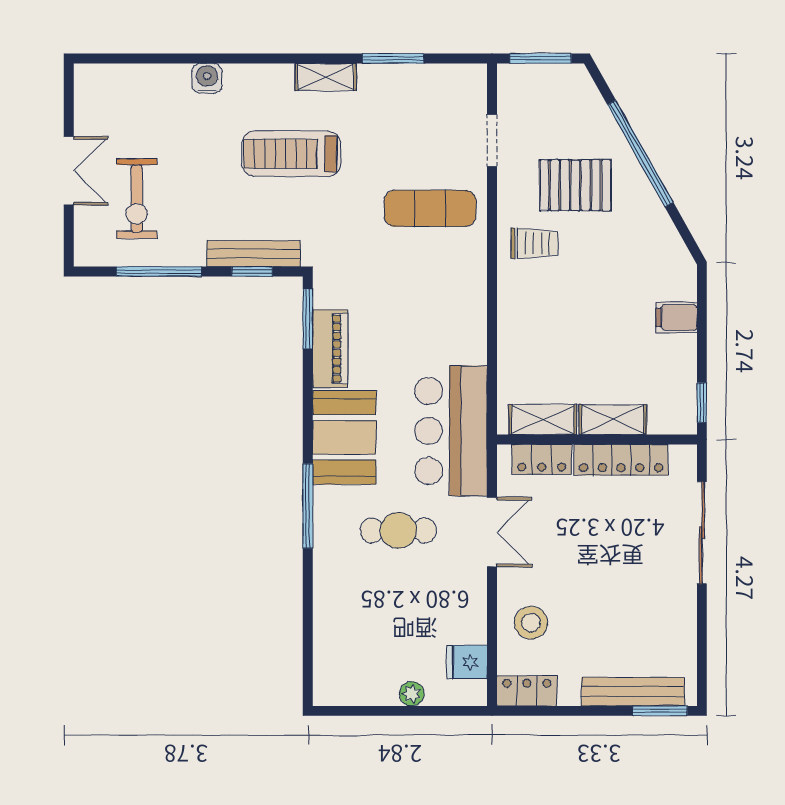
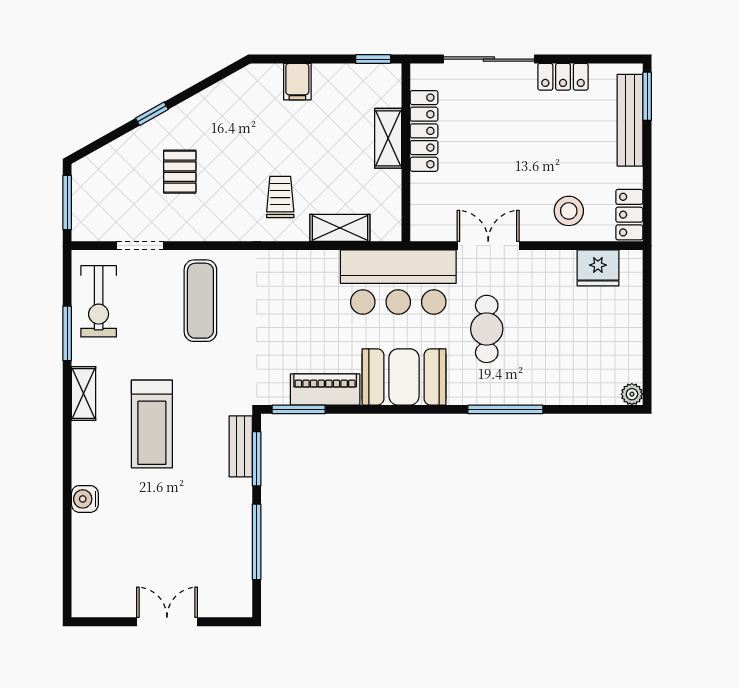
window: (640, 154) -> (152, 114), width x0.32
pallet: (575, 185) -> (180, 172), width x0.67, depth x0.71
exercise bike: (137, 199) -> (99, 301), moved, turned 90
trolley: (534, 243) -> (280, 197), moved
bench: (254, 254) -> (241, 446), width x0.73
window: (252, 272) -> (257, 459), width x1.50
shelving: (543, 419) -> (340, 228), moved, turned 90
locker: (542, 459) -> (563, 77), moved, turned 90
window: (308, 506) -> (505, 409), moved
fridge: (467, 662) -> (598, 268), width x1.38
plant: (412, 694) -> (632, 394), moved

